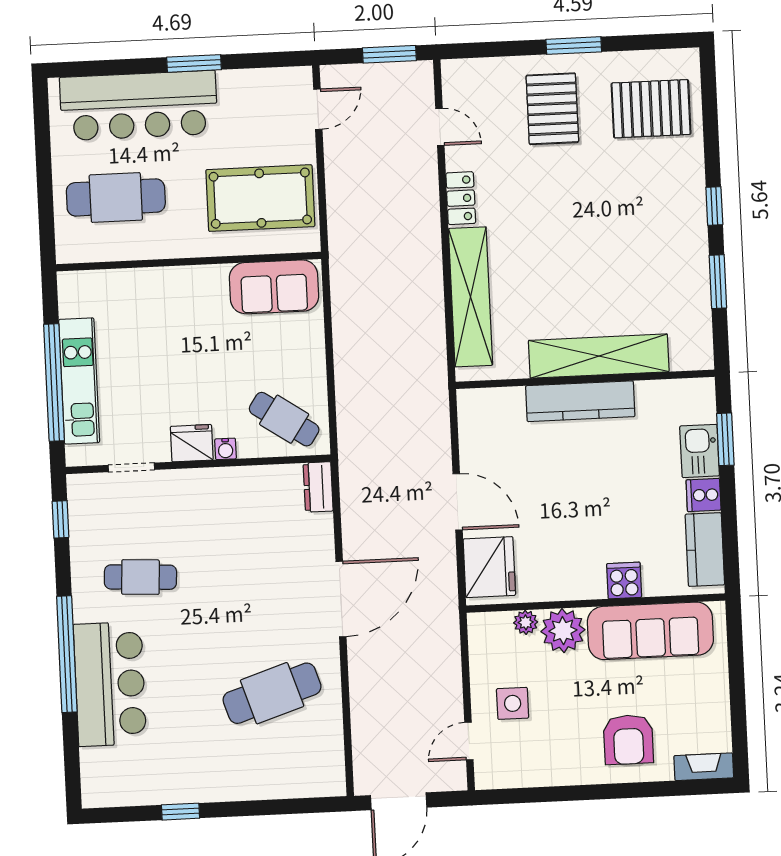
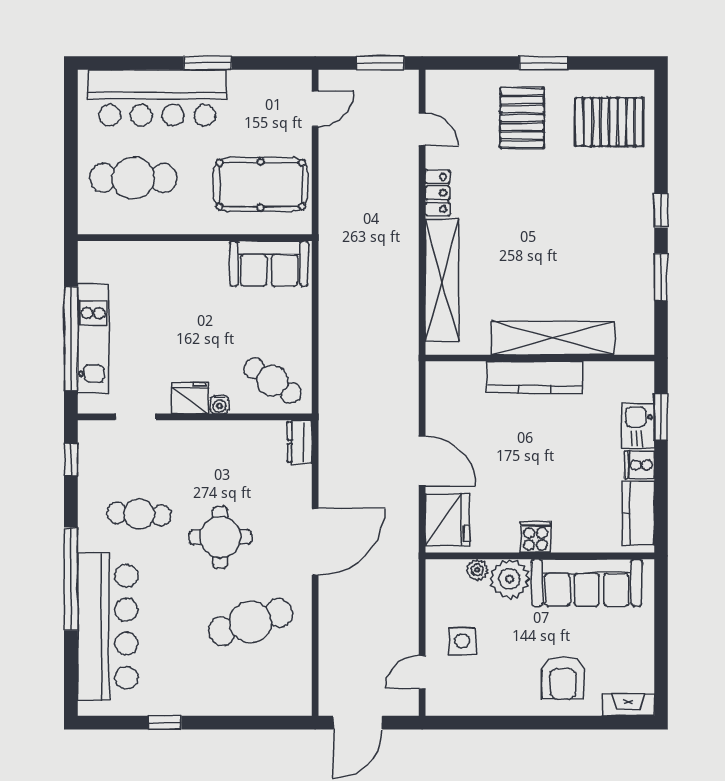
cooker: (624, 580) -> (536, 537), moved
round table: (233, 599) -> (220, 537), added
bar counter: (110, 684) -> (108, 627), width x1.36

